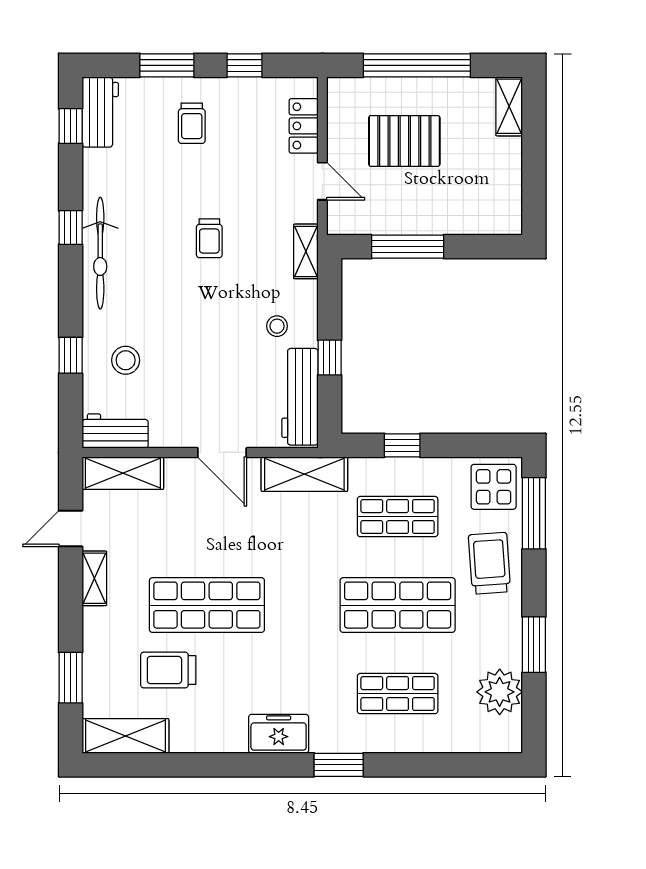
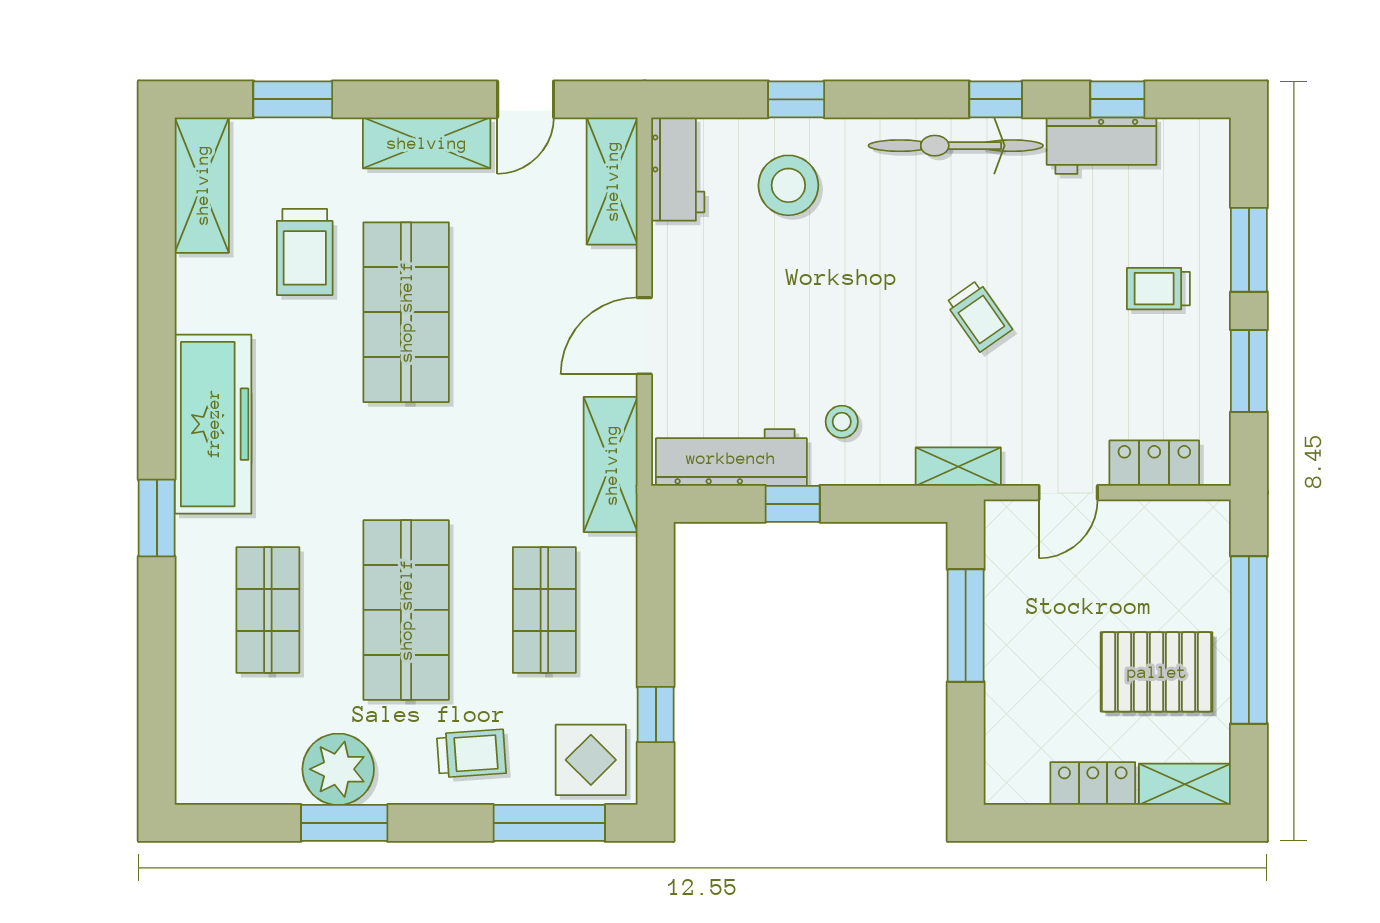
window: (245, 65) -> (1249, 371), width x1.50
workbench: (100, 112) -> (1102, 146), moved
window: (71, 126) -> (1117, 99), moved
pallet: (404, 141) -> (1157, 672), moved, turned 90
locker: (509, 165) -> (1093, 784), added
trolley: (209, 238) -> (979, 316), turned -125
stool: (126, 360) -> (788, 185), width x1.38, depth x1.38
window: (402, 445) -> (656, 715), moved
door: (71, 529) -> (526, 99), swing flipped
trolley: (489, 563) -> (471, 754), width x0.73, depth x0.72
shelving: (94, 578) -> (427, 143), width x1.50, depth x1.33
trolley: (168, 670) -> (305, 252), turned 180
plant: (500, 692) -> (338, 769), moved
freezer: (279, 734) -> (213, 424), width x1.91, depth x1.26

